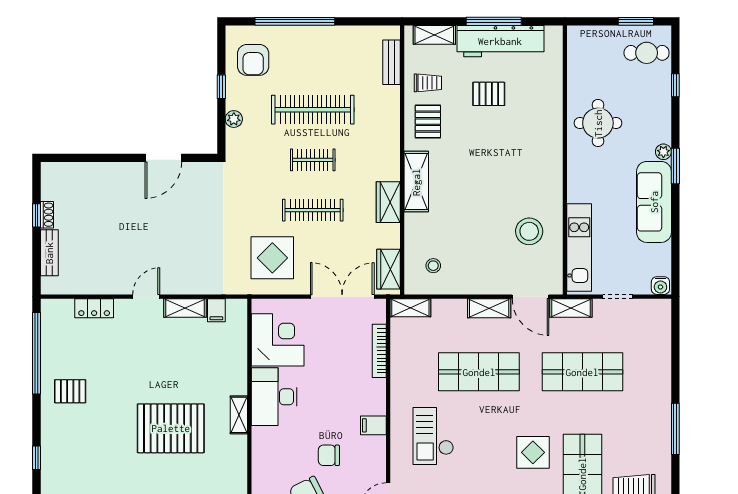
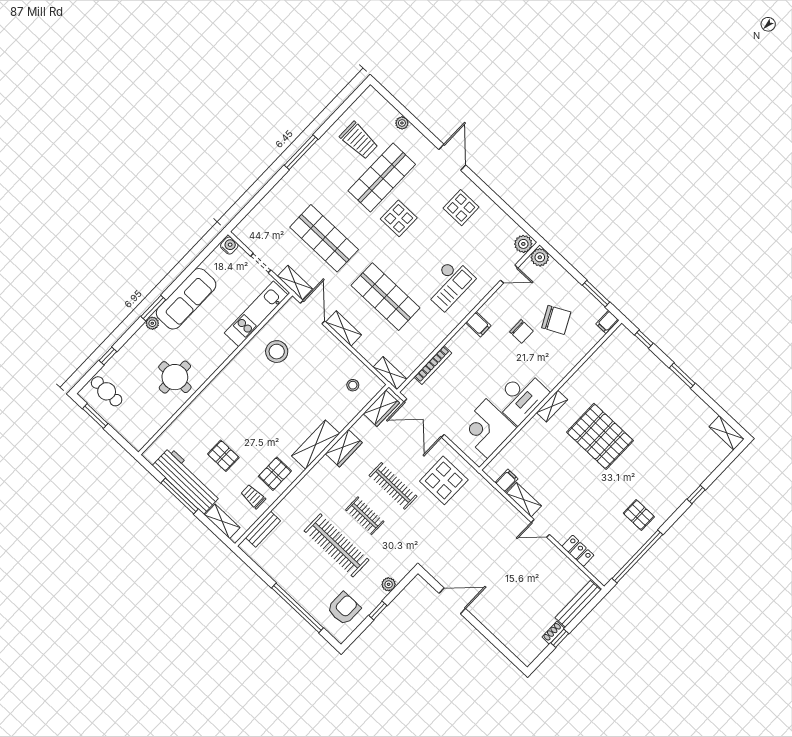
bench: (49, 253) -> (578, 604), width x1.36

